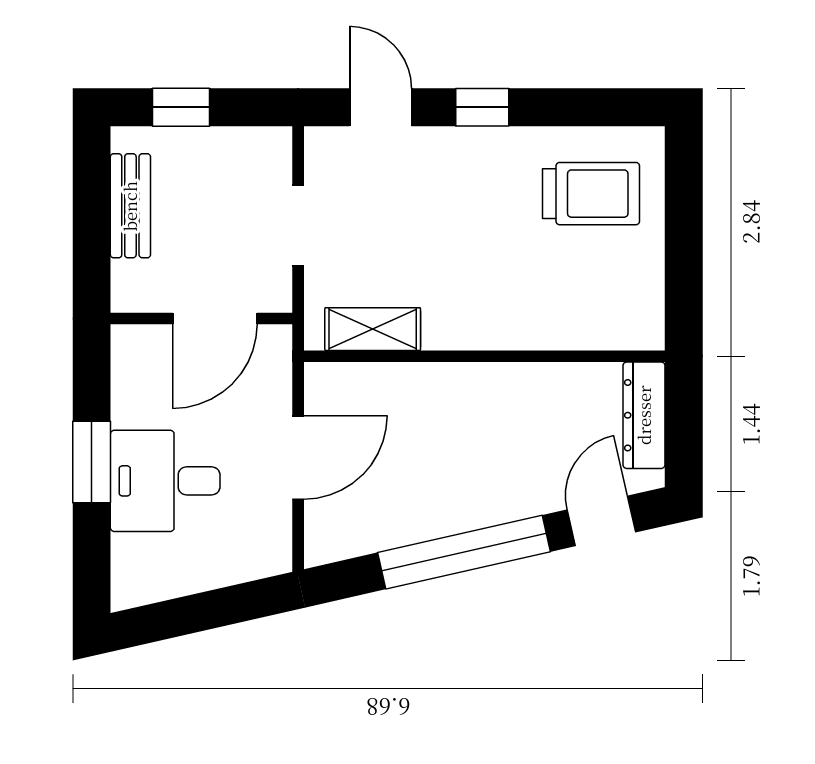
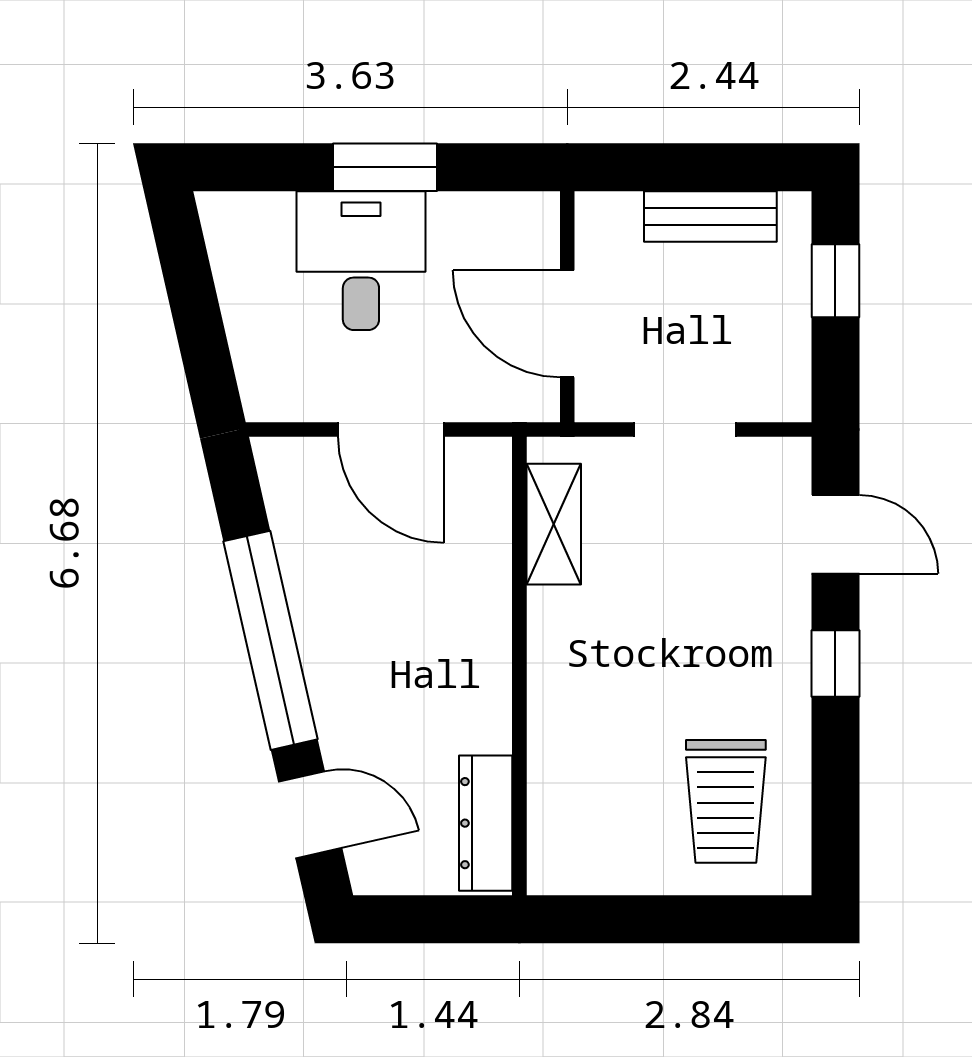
door: (381, 107) -> (835, 534), hinge flipped
dresser: (644, 415) -> (486, 823), moved, turned -90

